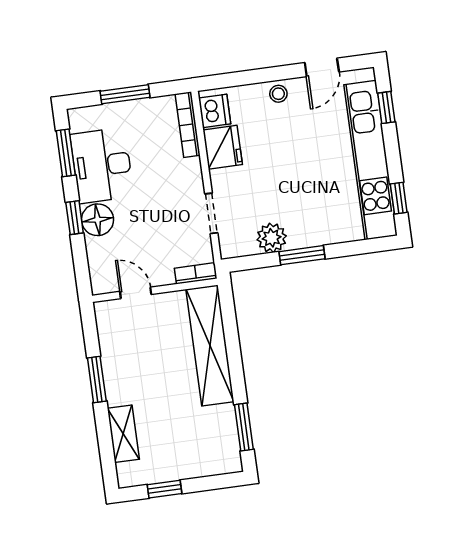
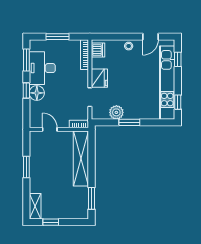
fridge: (223, 147) -> (99, 78), moved
shelving: (123, 434) -> (35, 206), moved

